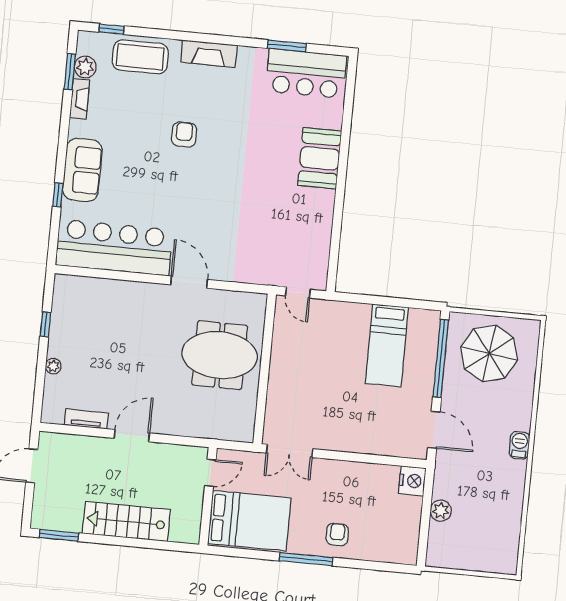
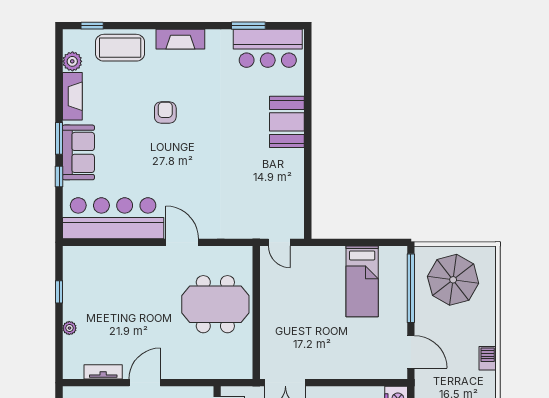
window: (70, 72) -> (59, 138), moved
fireplace: (80, 99) -> (72, 96), width x1.37, depth x1.32

